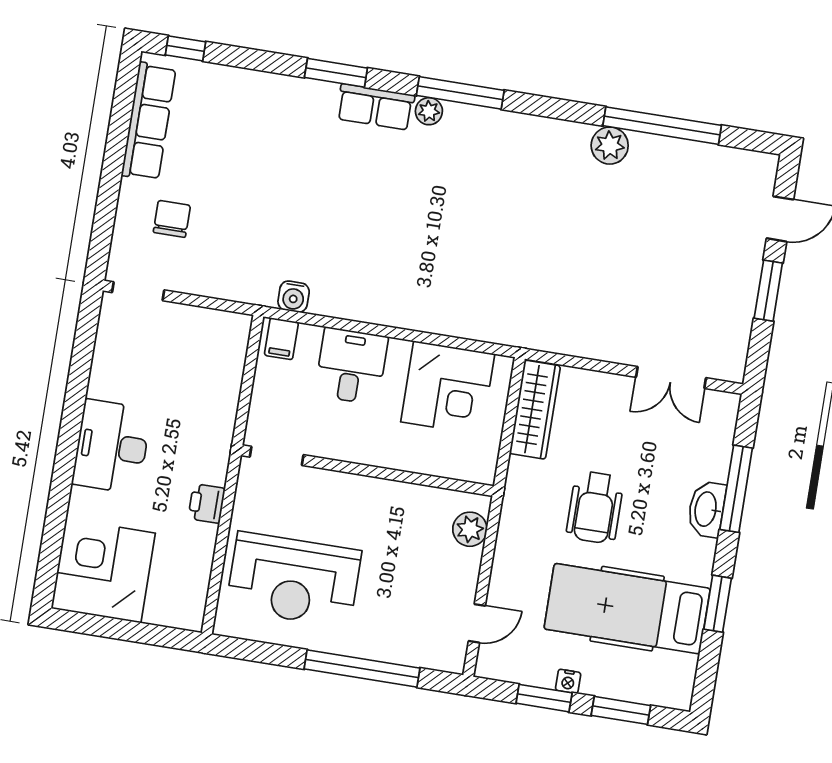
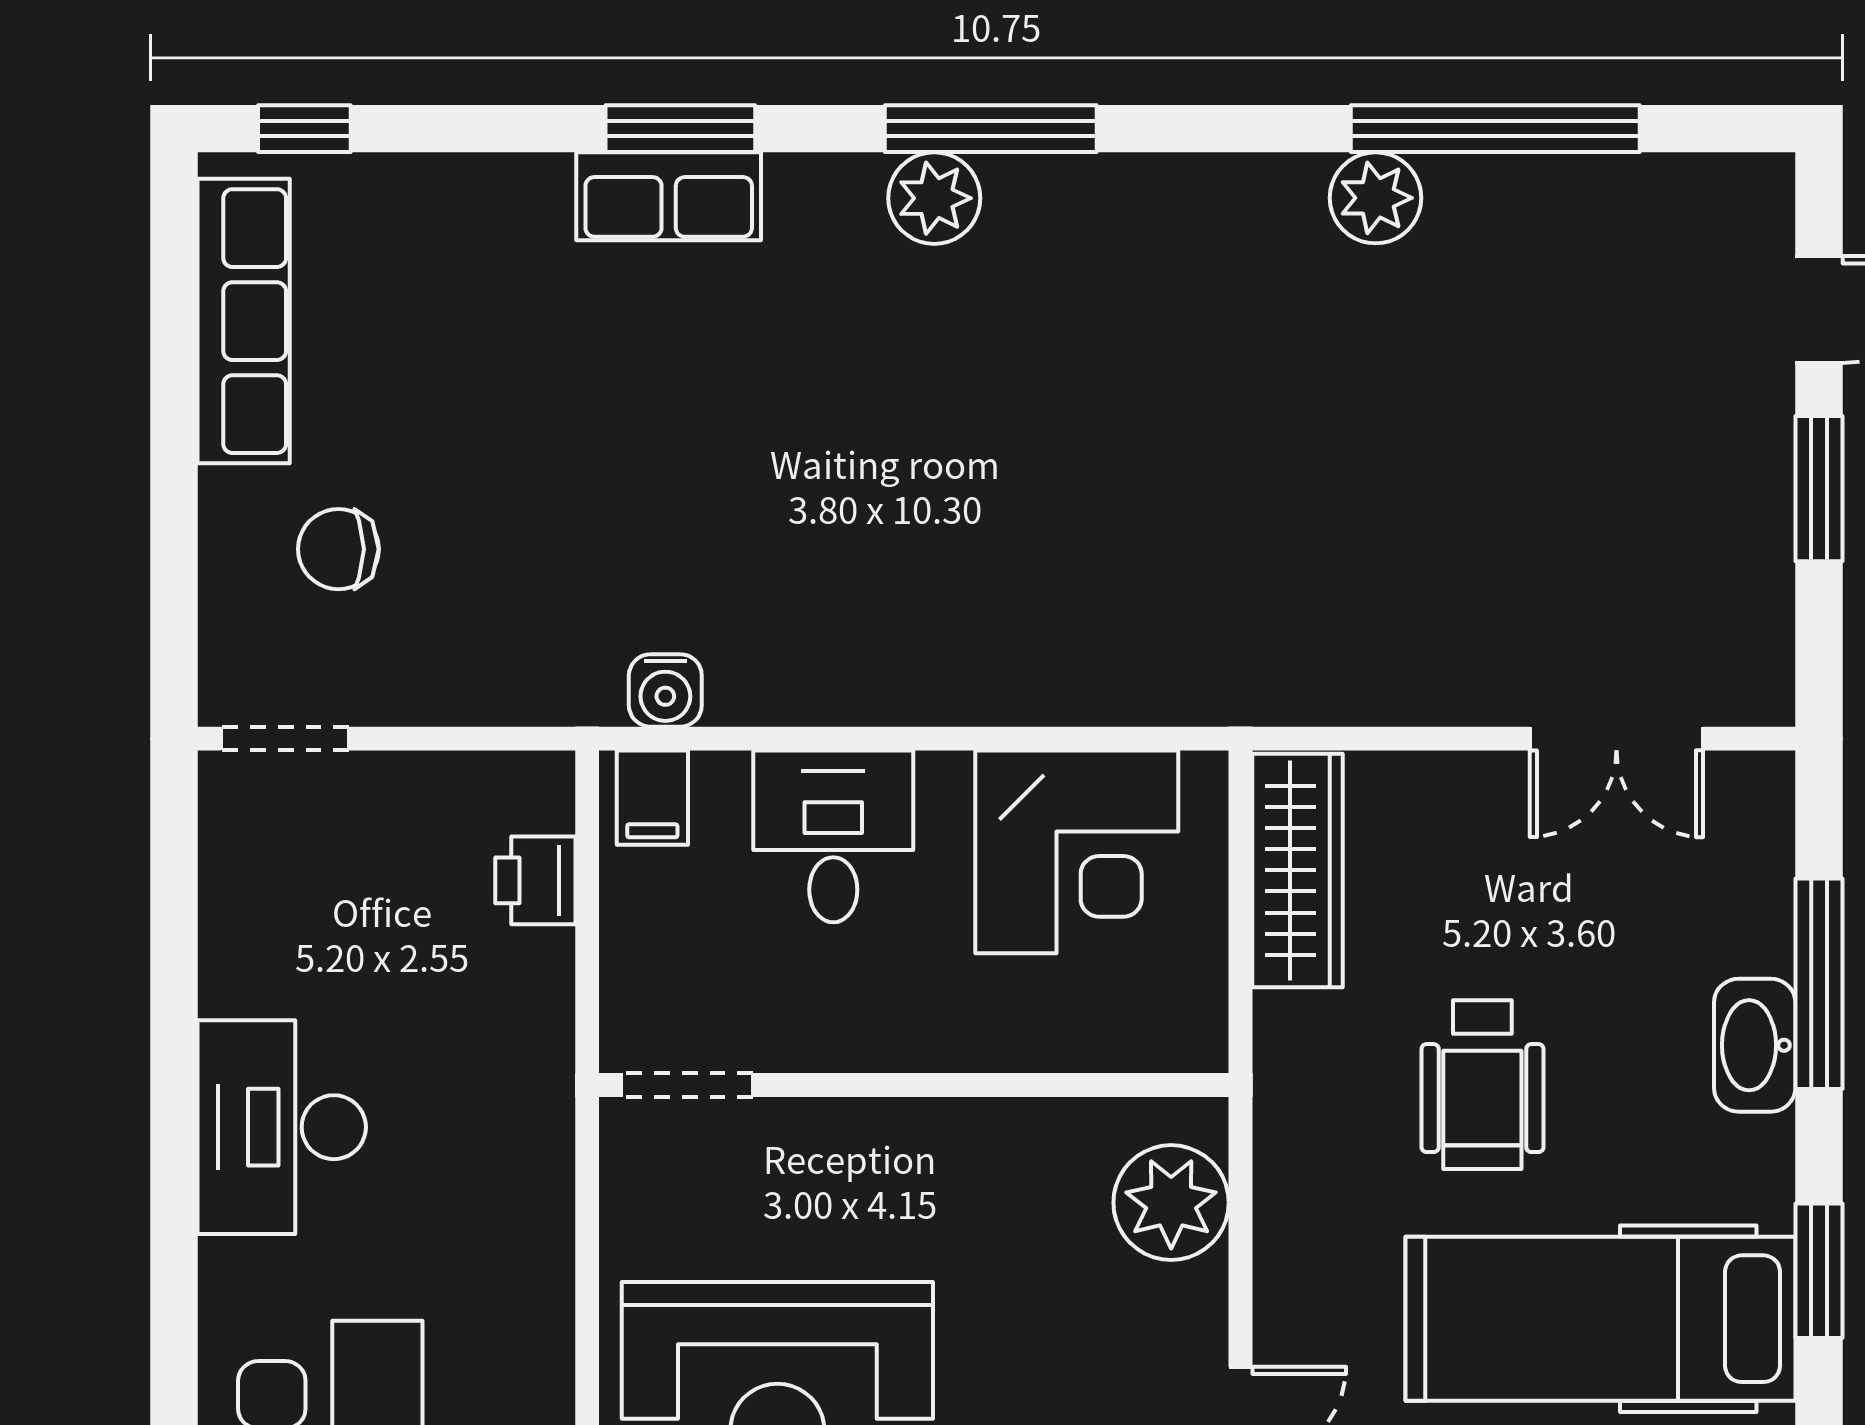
row of seats: (375, 107) -> (669, 196), moved
plant: (429, 111) -> (934, 198), width x1.38, depth x1.38
chair: (172, 219) -> (338, 549), turned -90
printer: (207, 503) -> (535, 880), moved
plant: (470, 529) -> (1171, 1203), width x1.36, depth x1.36

